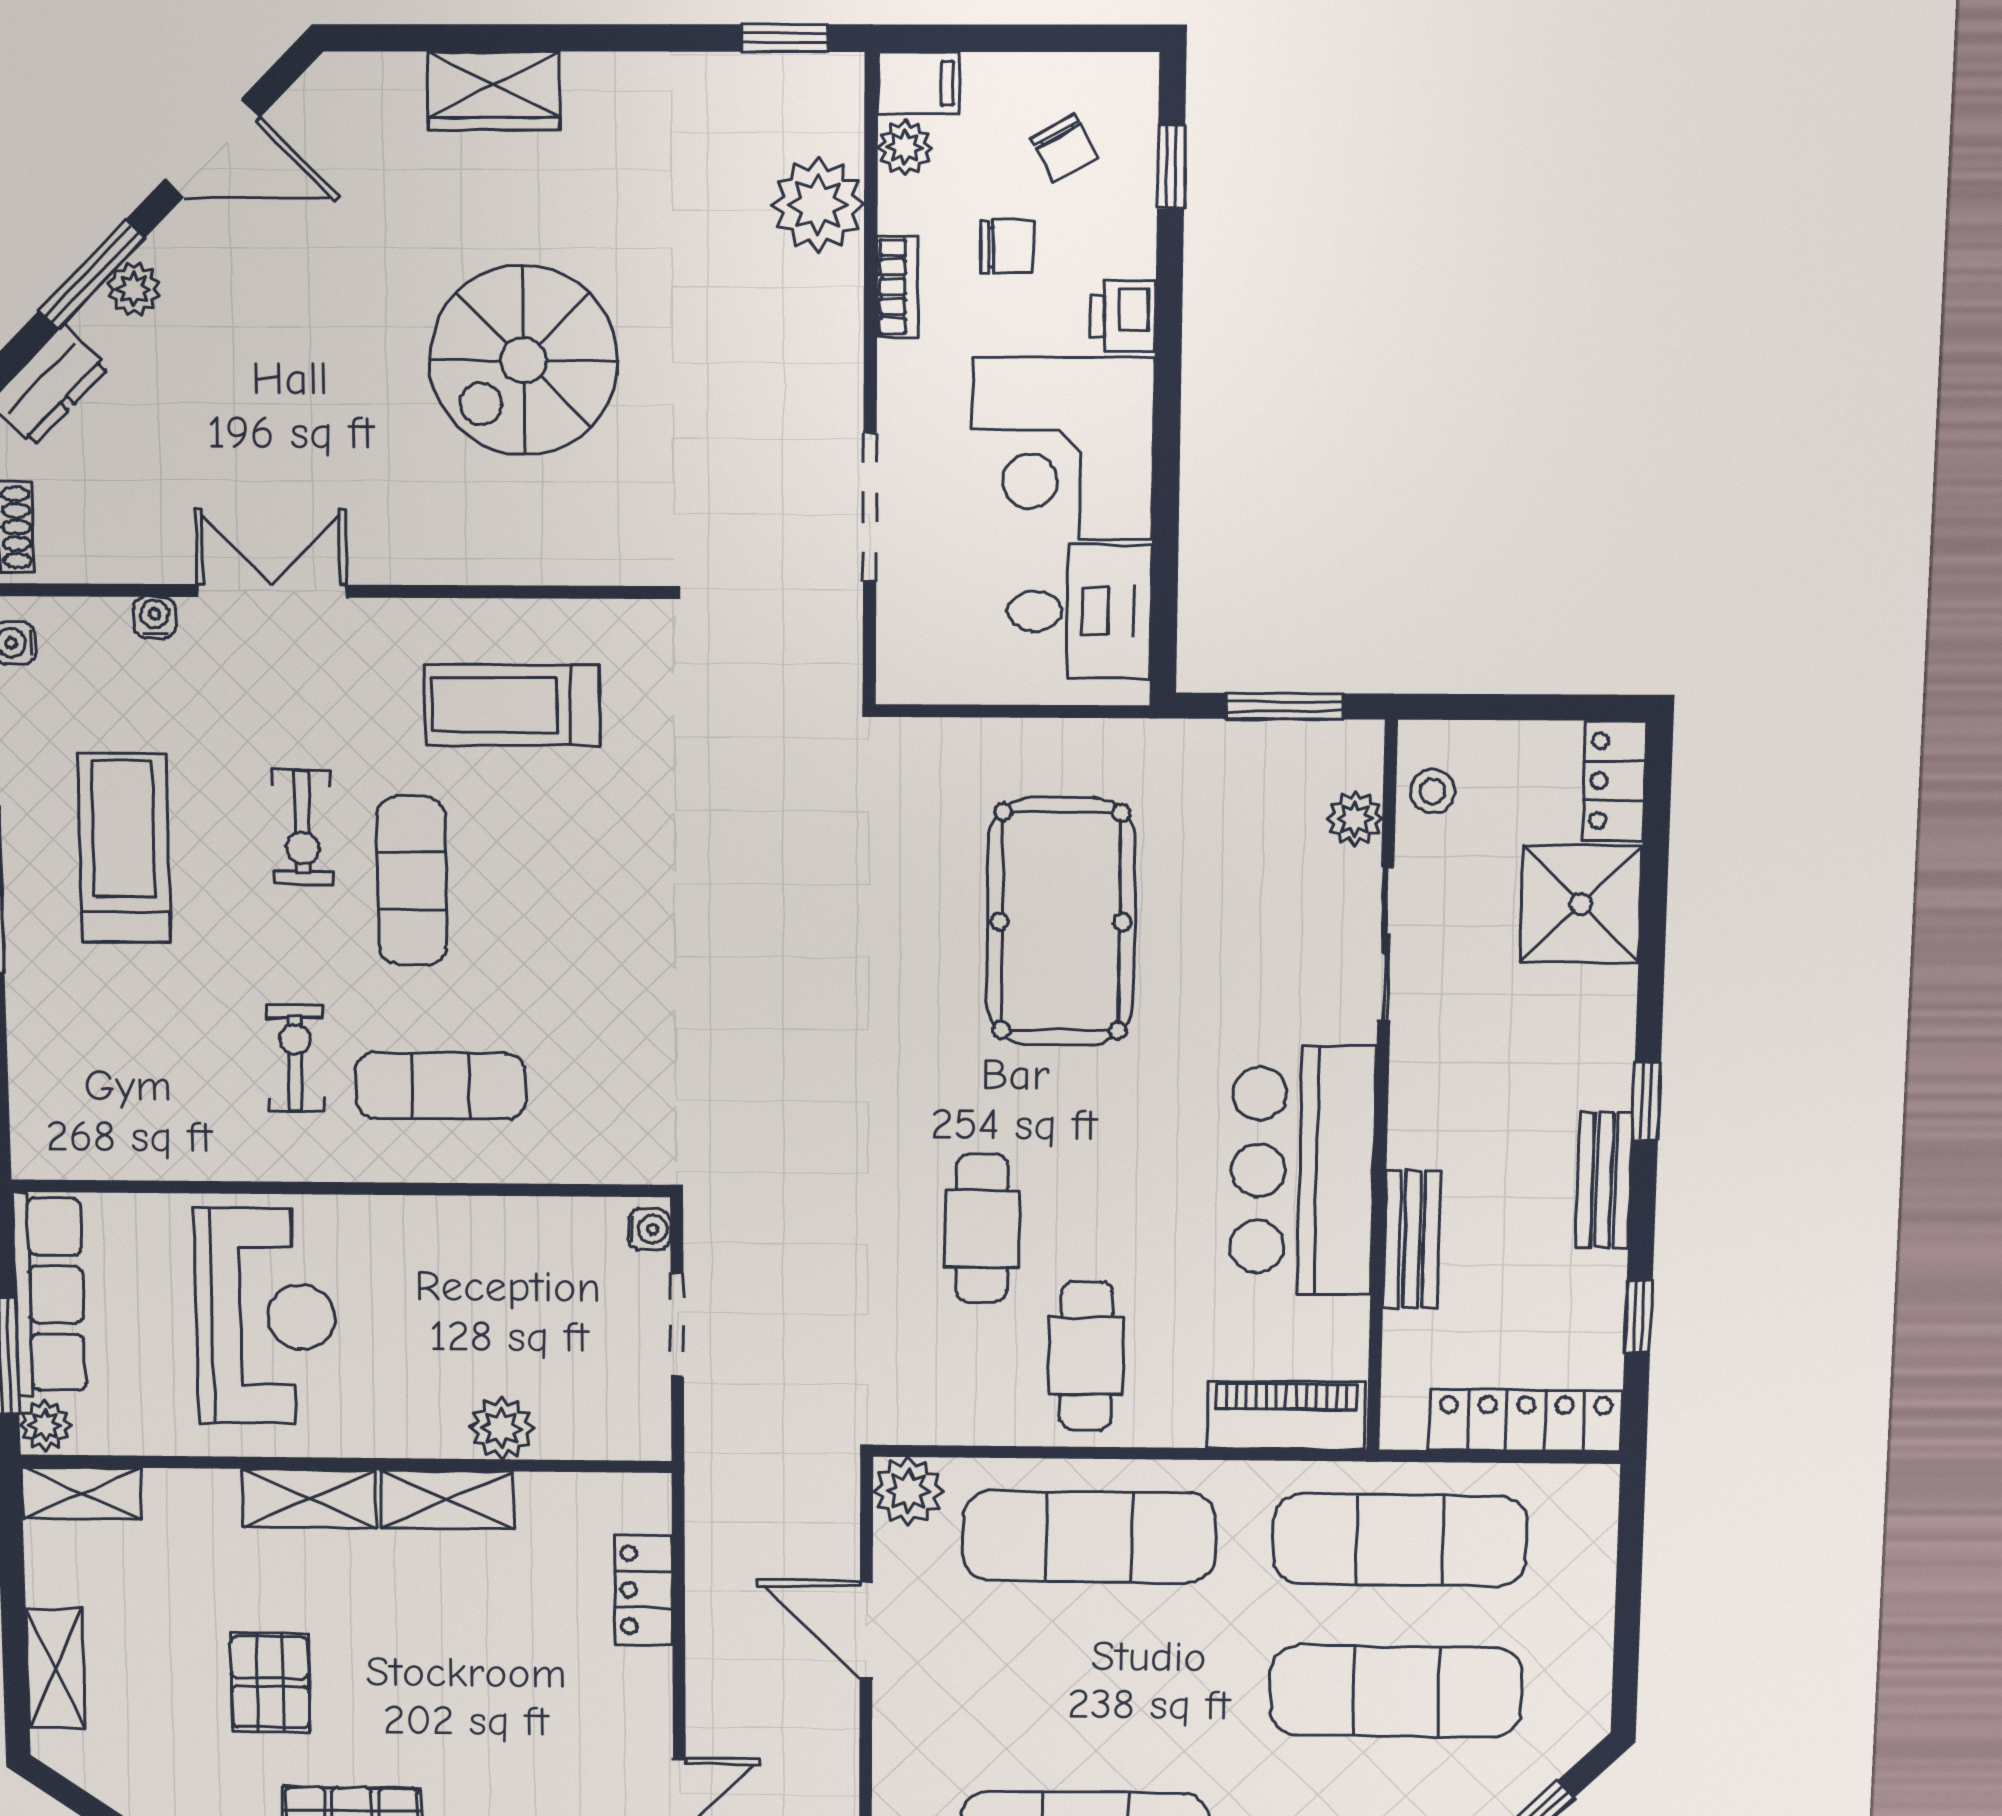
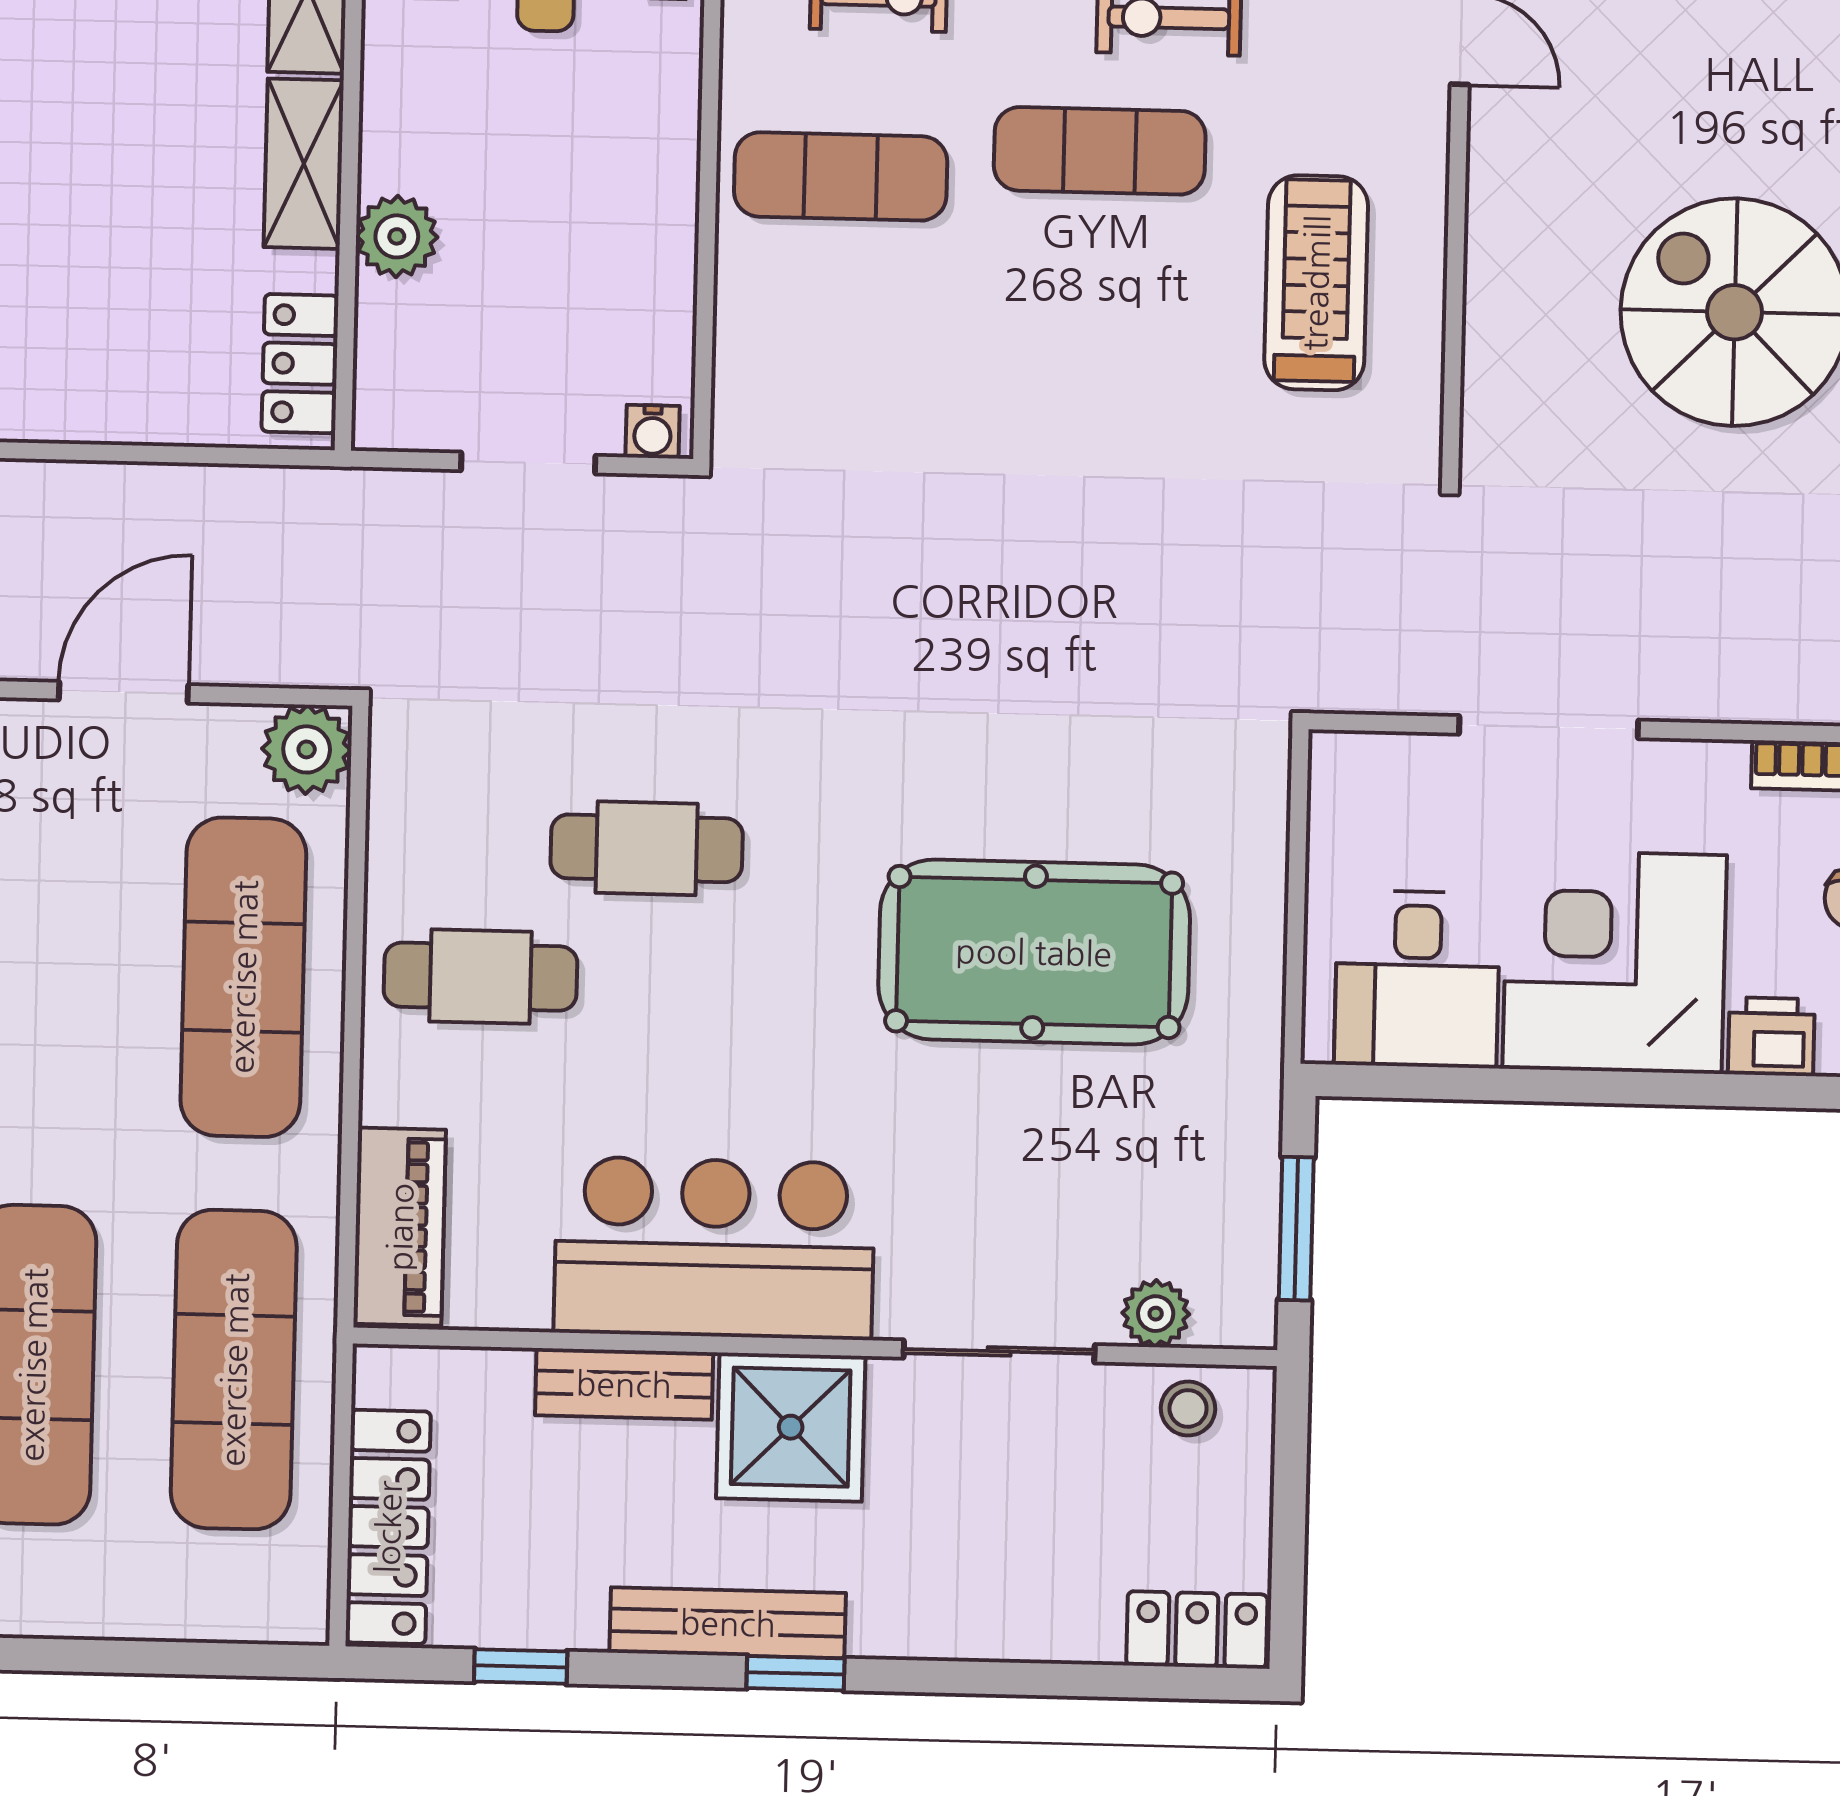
shower: (1581, 904) -> (791, 1427), moved
exercise mat: (441, 1086) -> (841, 176), turned 90
bench: (1604, 1180) -> (728, 1623), width x1.36
locker: (643, 1590) -> (300, 364), moved, turned -90

